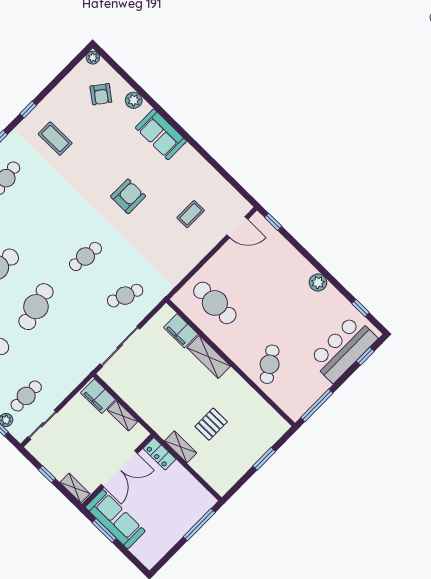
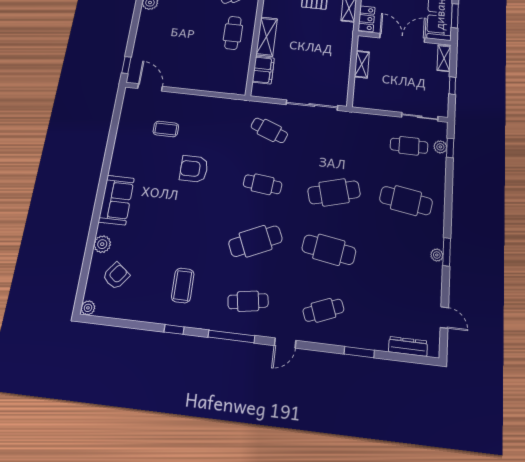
armchair: (128, 196) -> (194, 169), moved
cafe table: (46, 217) -> (255, 241), added
cafe table: (215, 303) -> (233, 33), moved, width x0.73, depth x0.74
filing cabinet: (98, 396) -> (363, 93), removed

